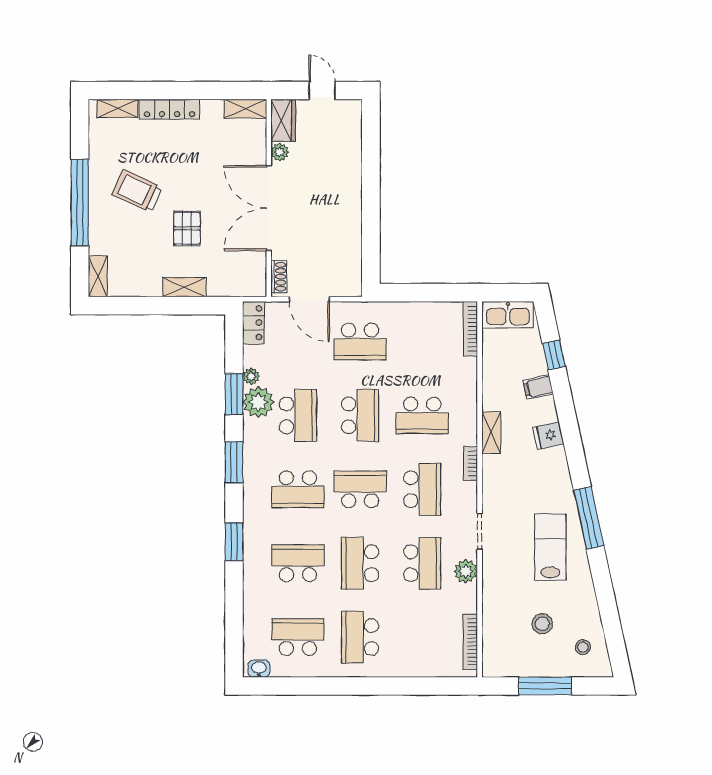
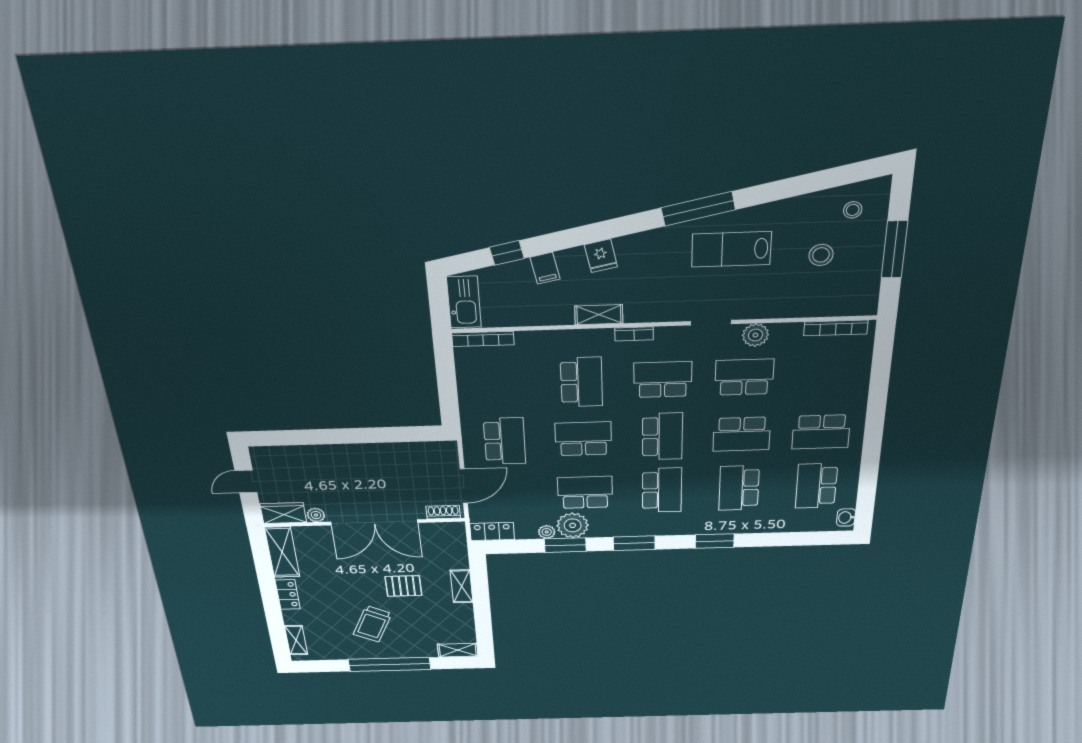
locker: (169, 109) -> (288, 594), width x0.66
shelving: (245, 109) -> (282, 552), width x1.50, depth x1.33
school desk: (360, 489) -> (662, 436), turned 180

